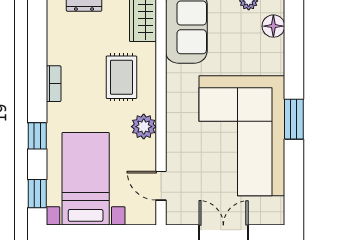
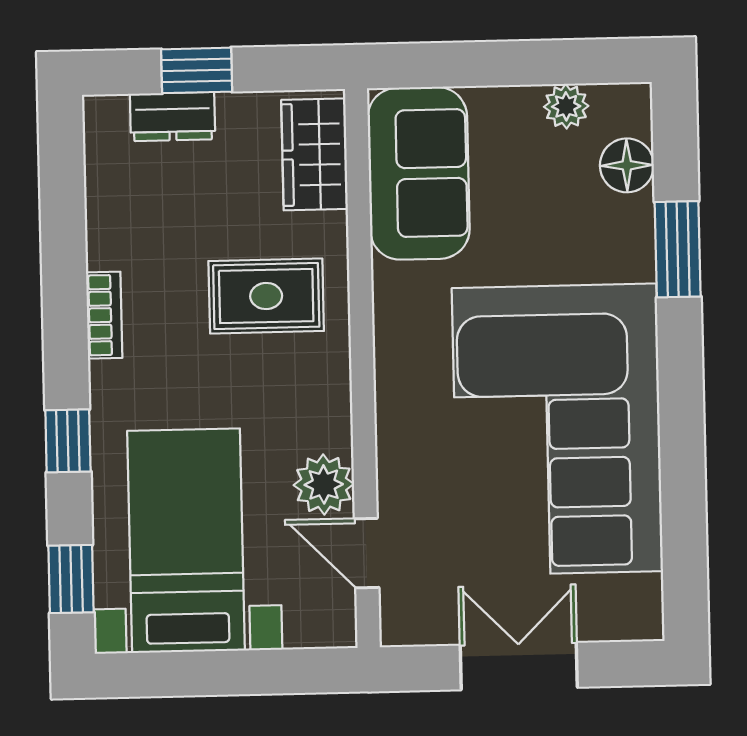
rug: (121, 77) -> (266, 296), turned 90
window: (294, 119) -> (678, 249), moved
plant: (144, 127) -> (324, 484), moved

